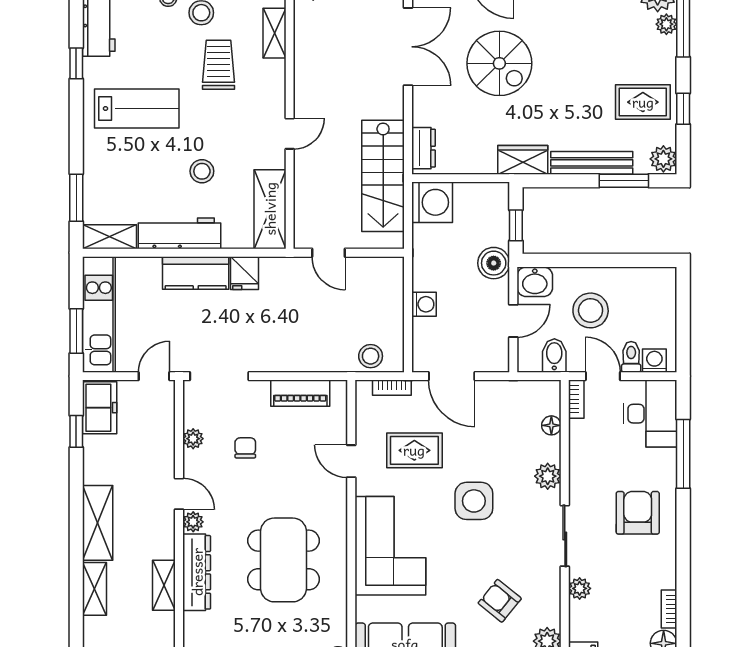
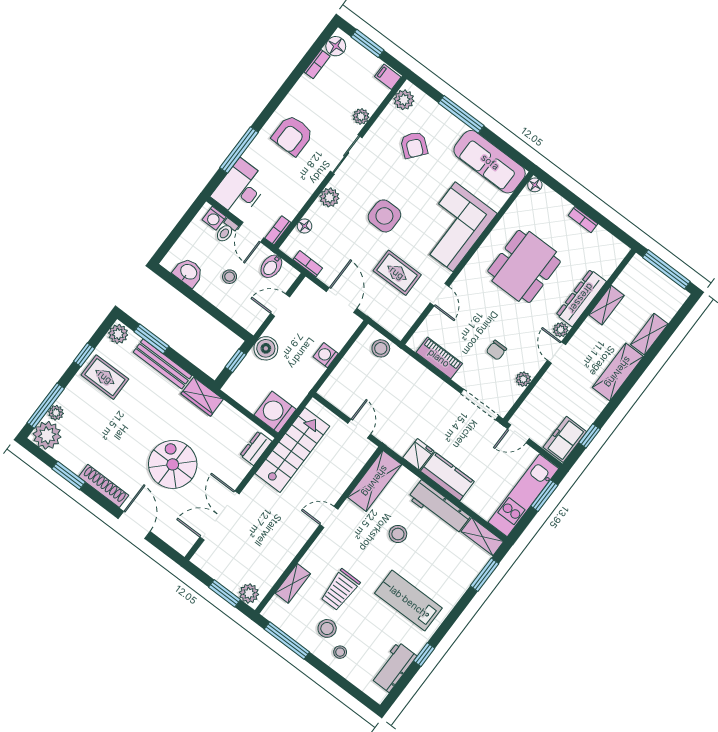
washbasin: (535, 282) -> (188, 272), moved
stool: (591, 310) -> (230, 277), width x0.53, depth x0.53
bookcase: (392, 388) -> (308, 264), moved

